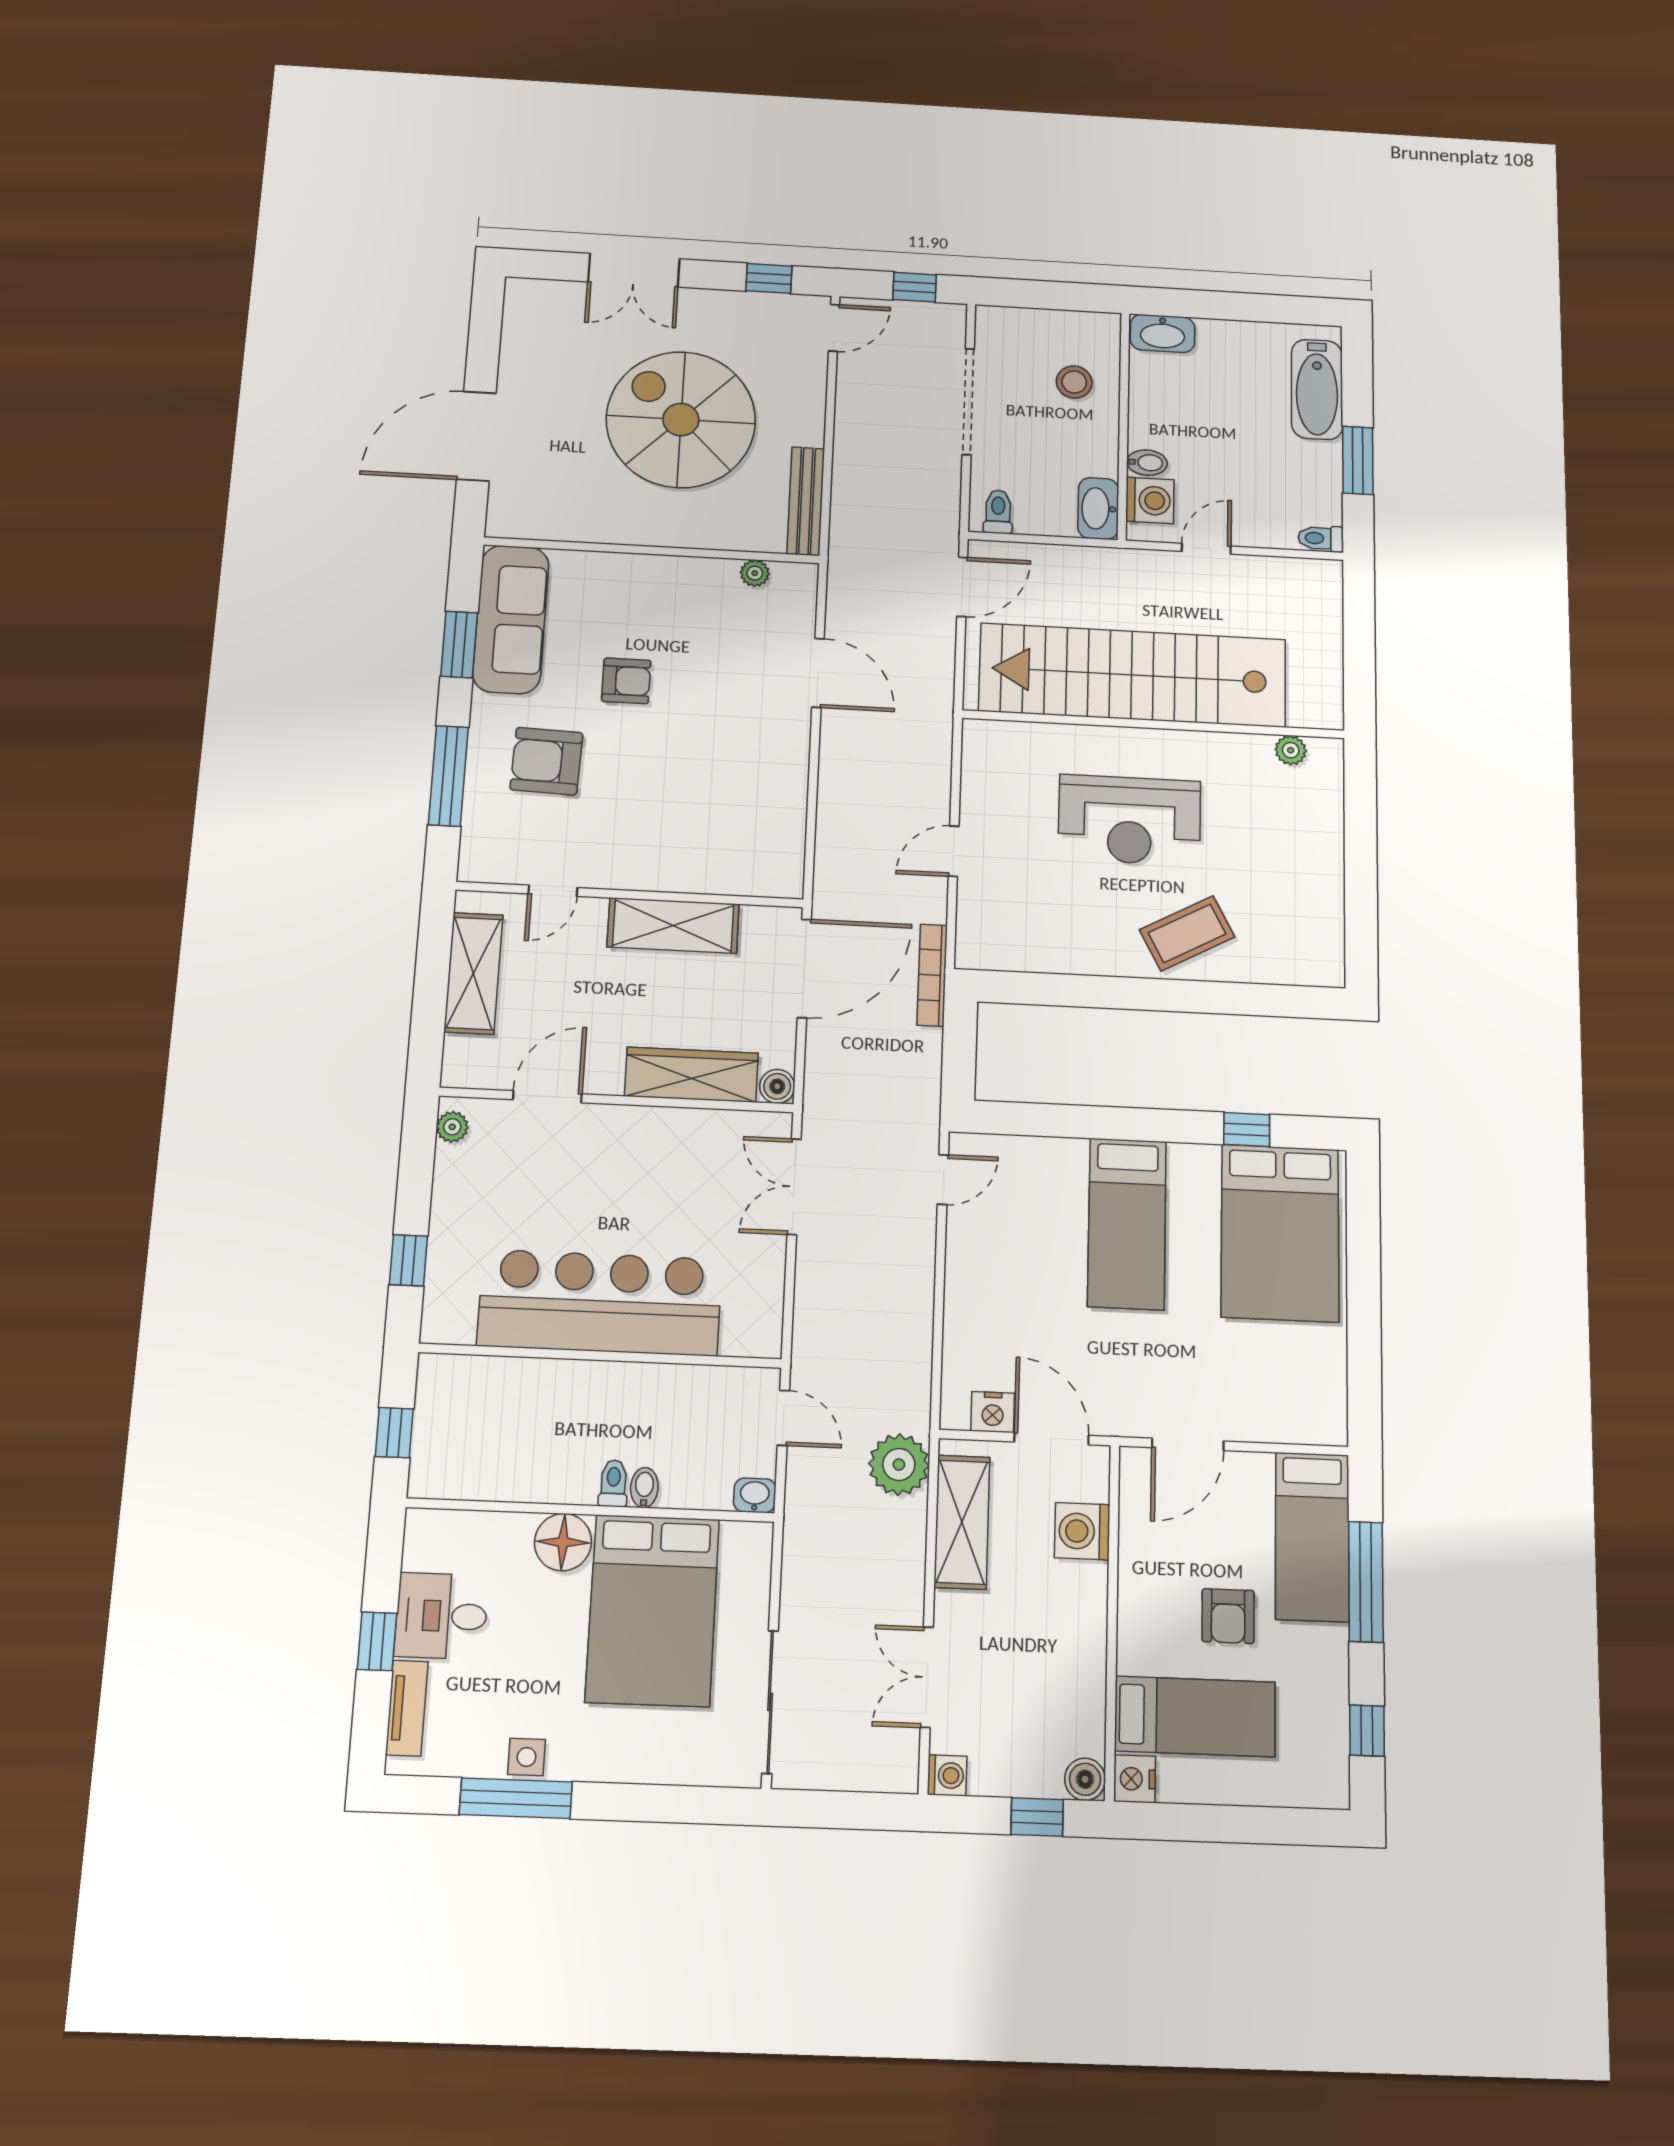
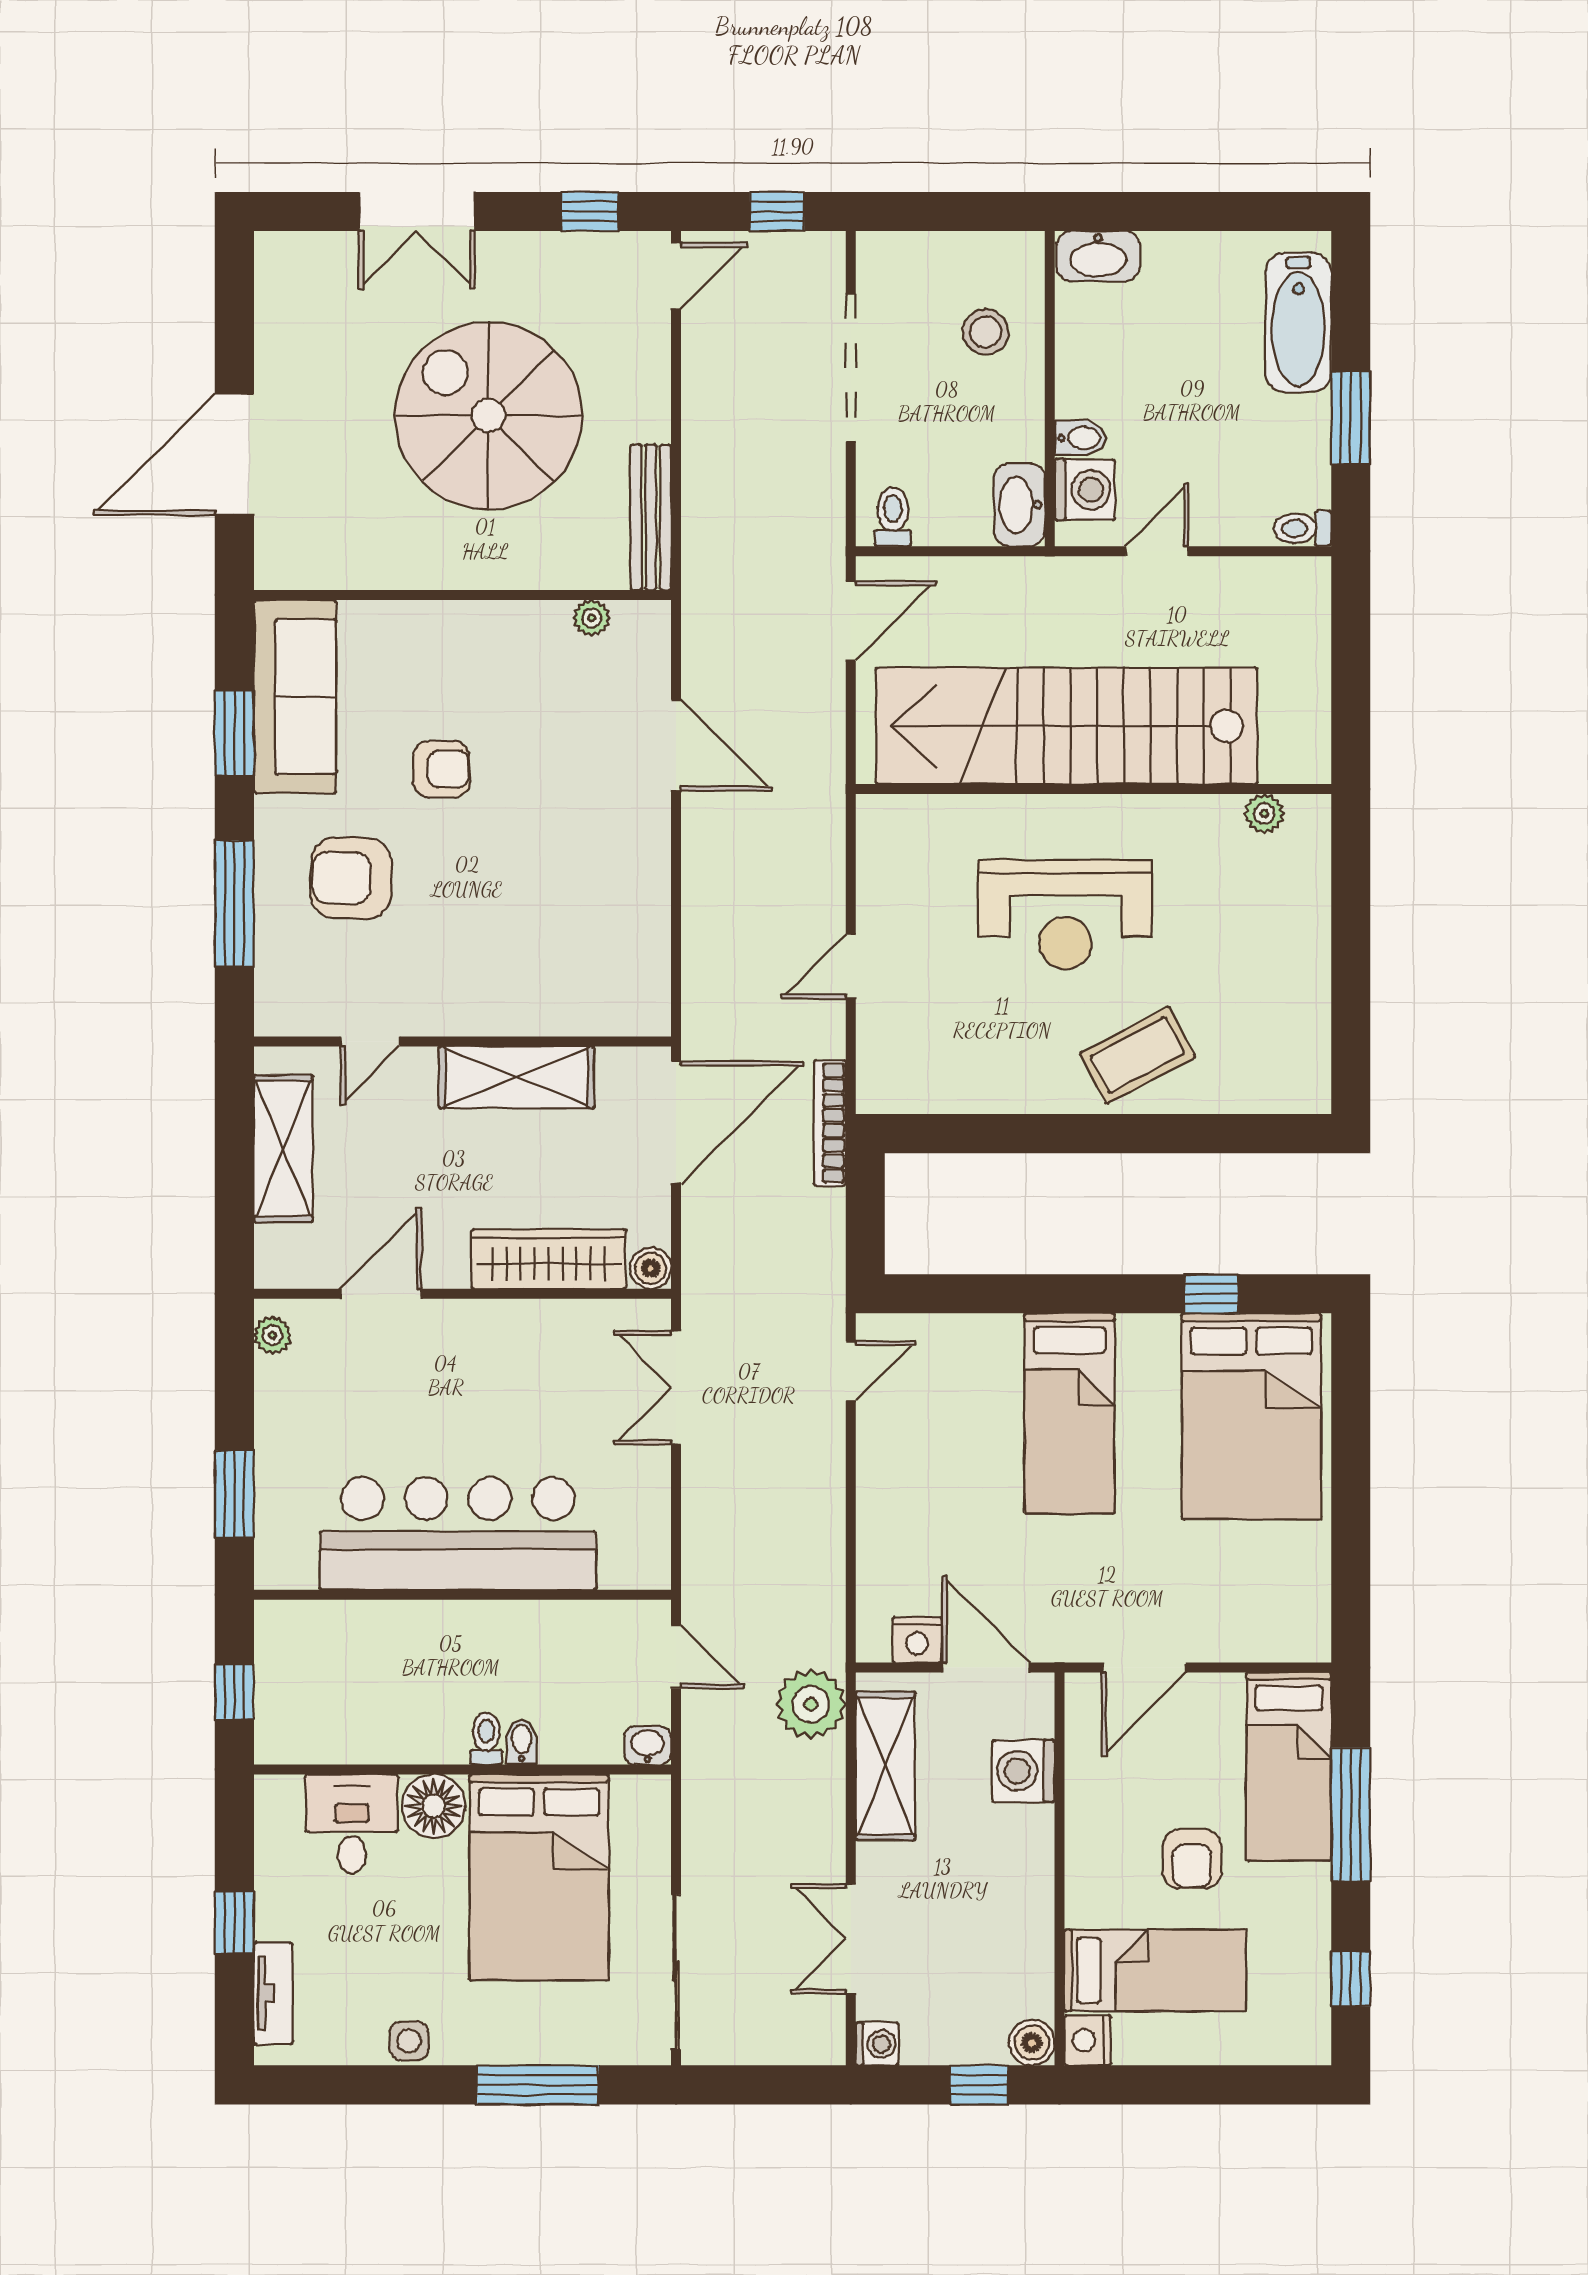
window: (408, 1260) -> (234, 1494), width x1.50
desk: (441, 1616) -> (352, 1824), moved, turned 90
window: (516, 1798) -> (538, 2085), moved

